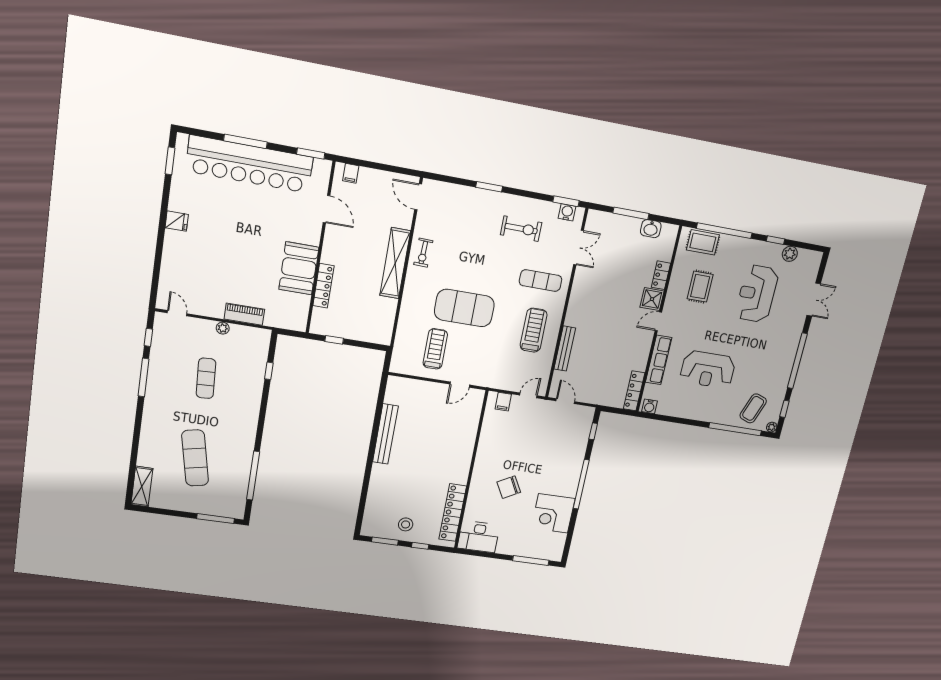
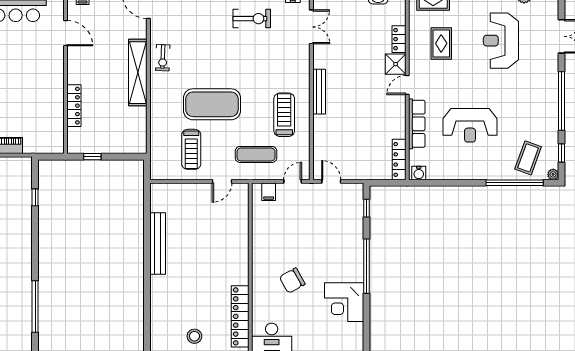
booth: (299, 268) -> (48, 93), removed
exercise mat: (541, 280) -> (256, 154), moved
treadmill: (435, 349) -> (191, 149), turned 180
bench: (565, 349) -> (319, 92), moved

